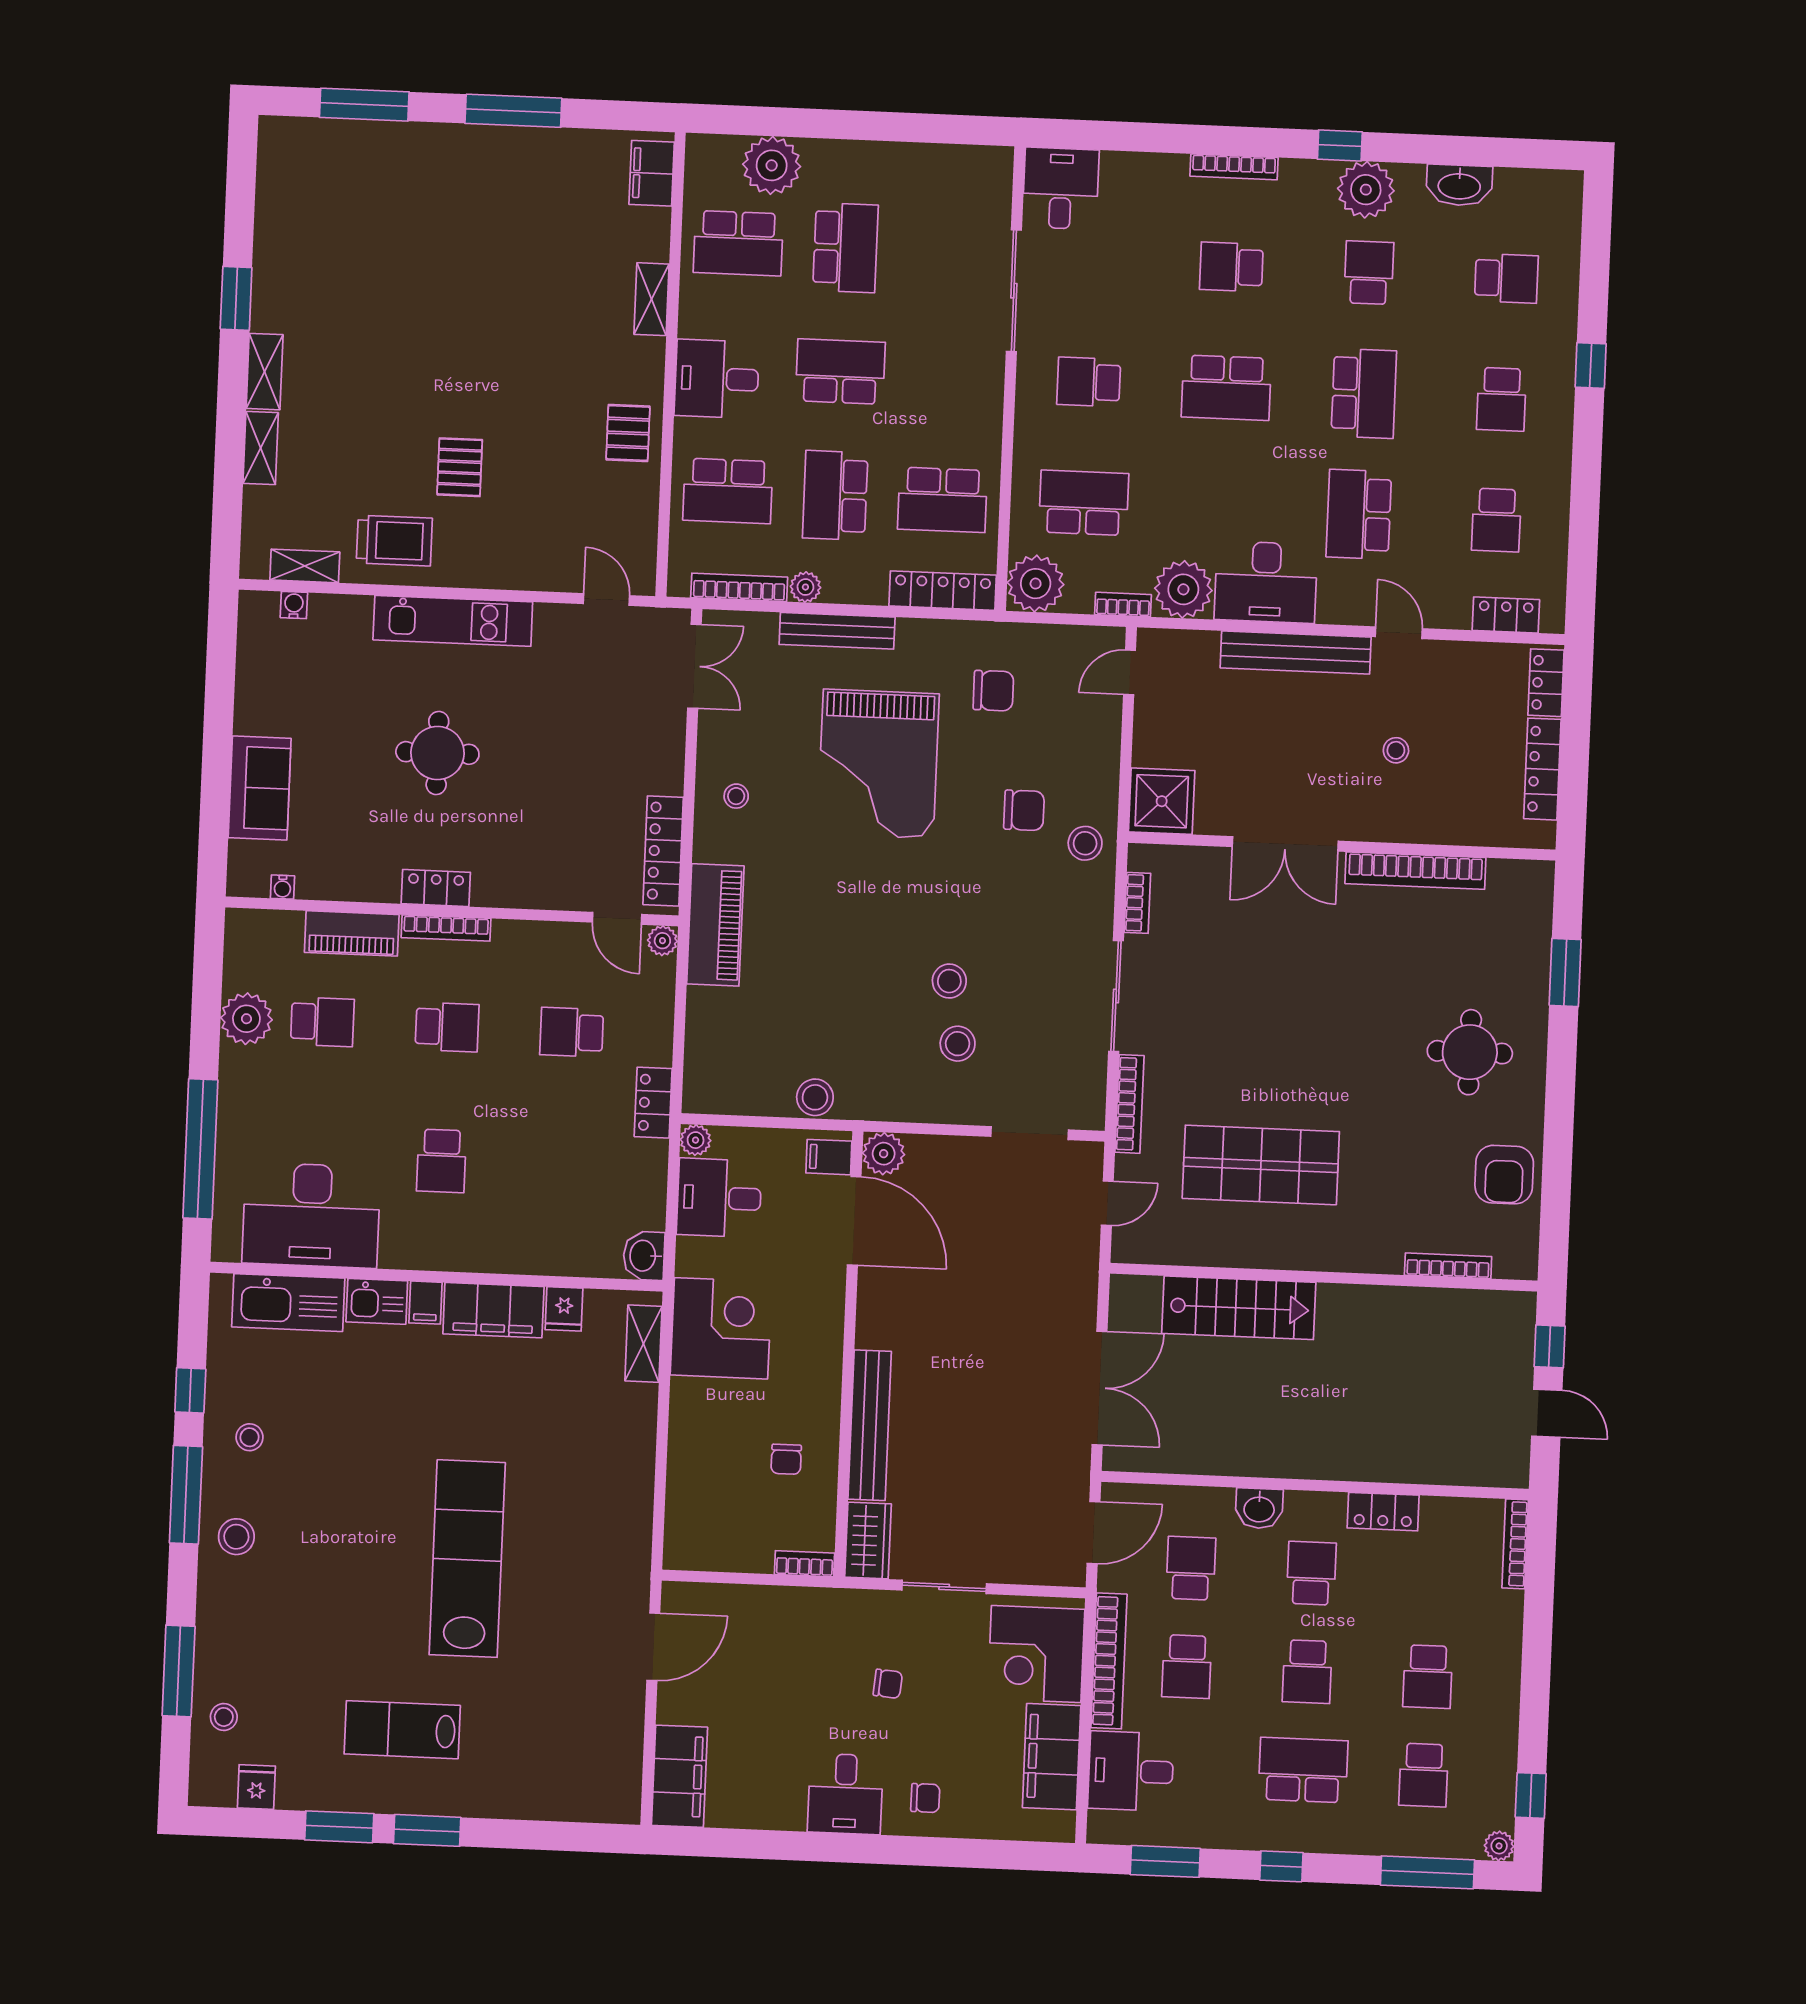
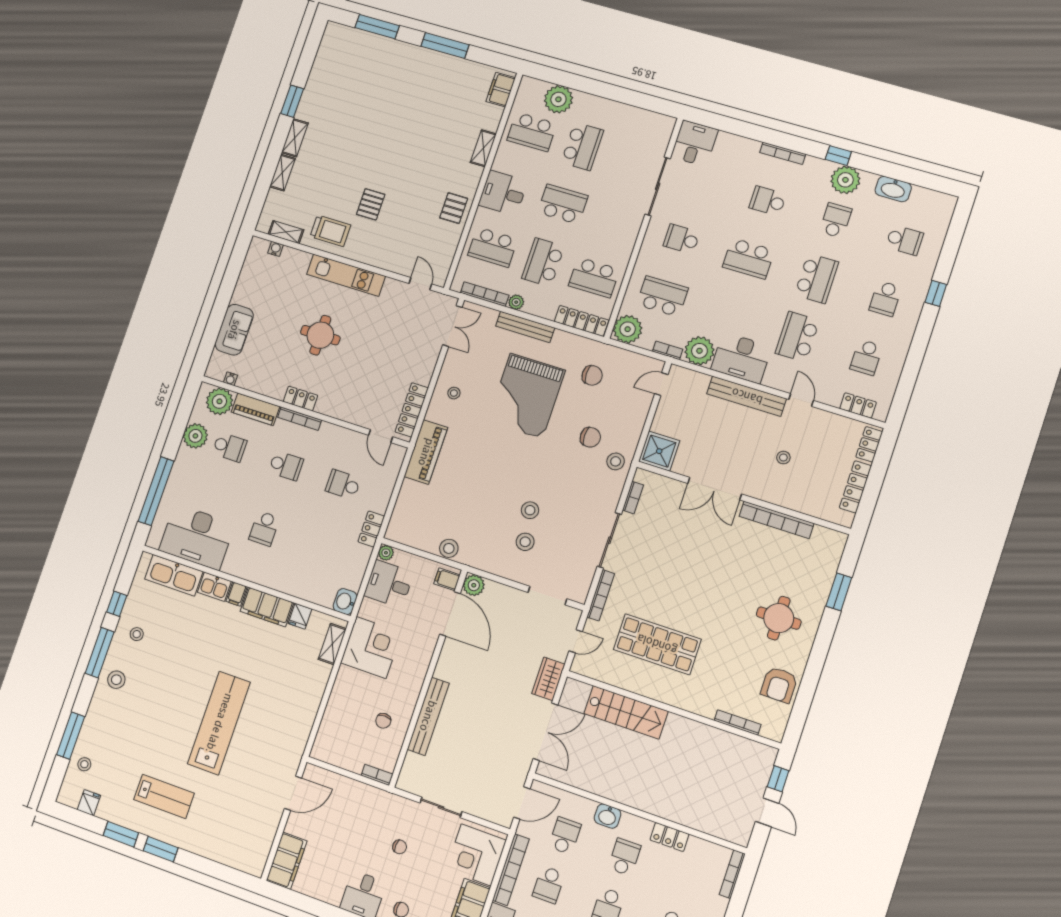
plant: (662, 941) -> (219, 401), moved, width x1.88, depth x1.88
wardrobe: (868, 1541) -> (548, 679), moved, turned 180
lab bench: (402, 1730) -> (164, 796), turned 180

